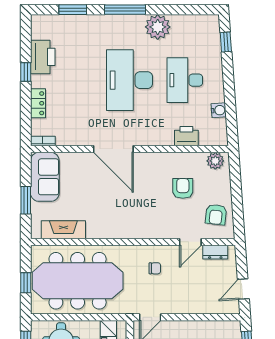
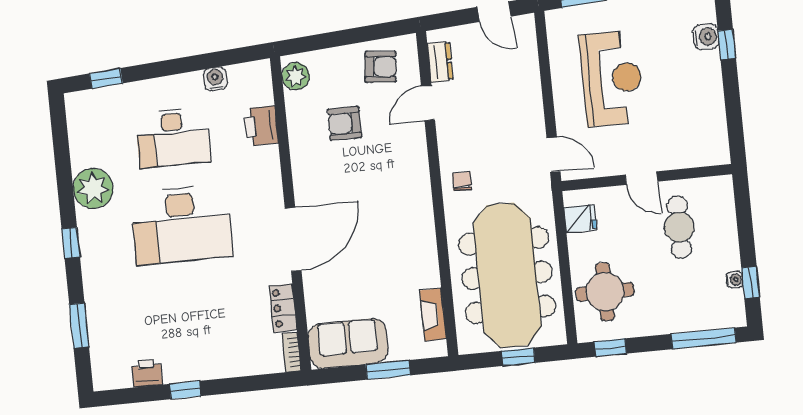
window: (125, 10) -> (71, 243), width x0.46
printer: (43, 57) -> (147, 373), width x0.53, depth x0.68
locker: (38, 103) -> (283, 308), moved, turned -90
fireplace: (63, 230) -> (433, 315), width x0.73, depth x0.76
door: (190, 242) -> (428, 103), swing flipped
chair: (155, 268) -> (462, 181), moved

